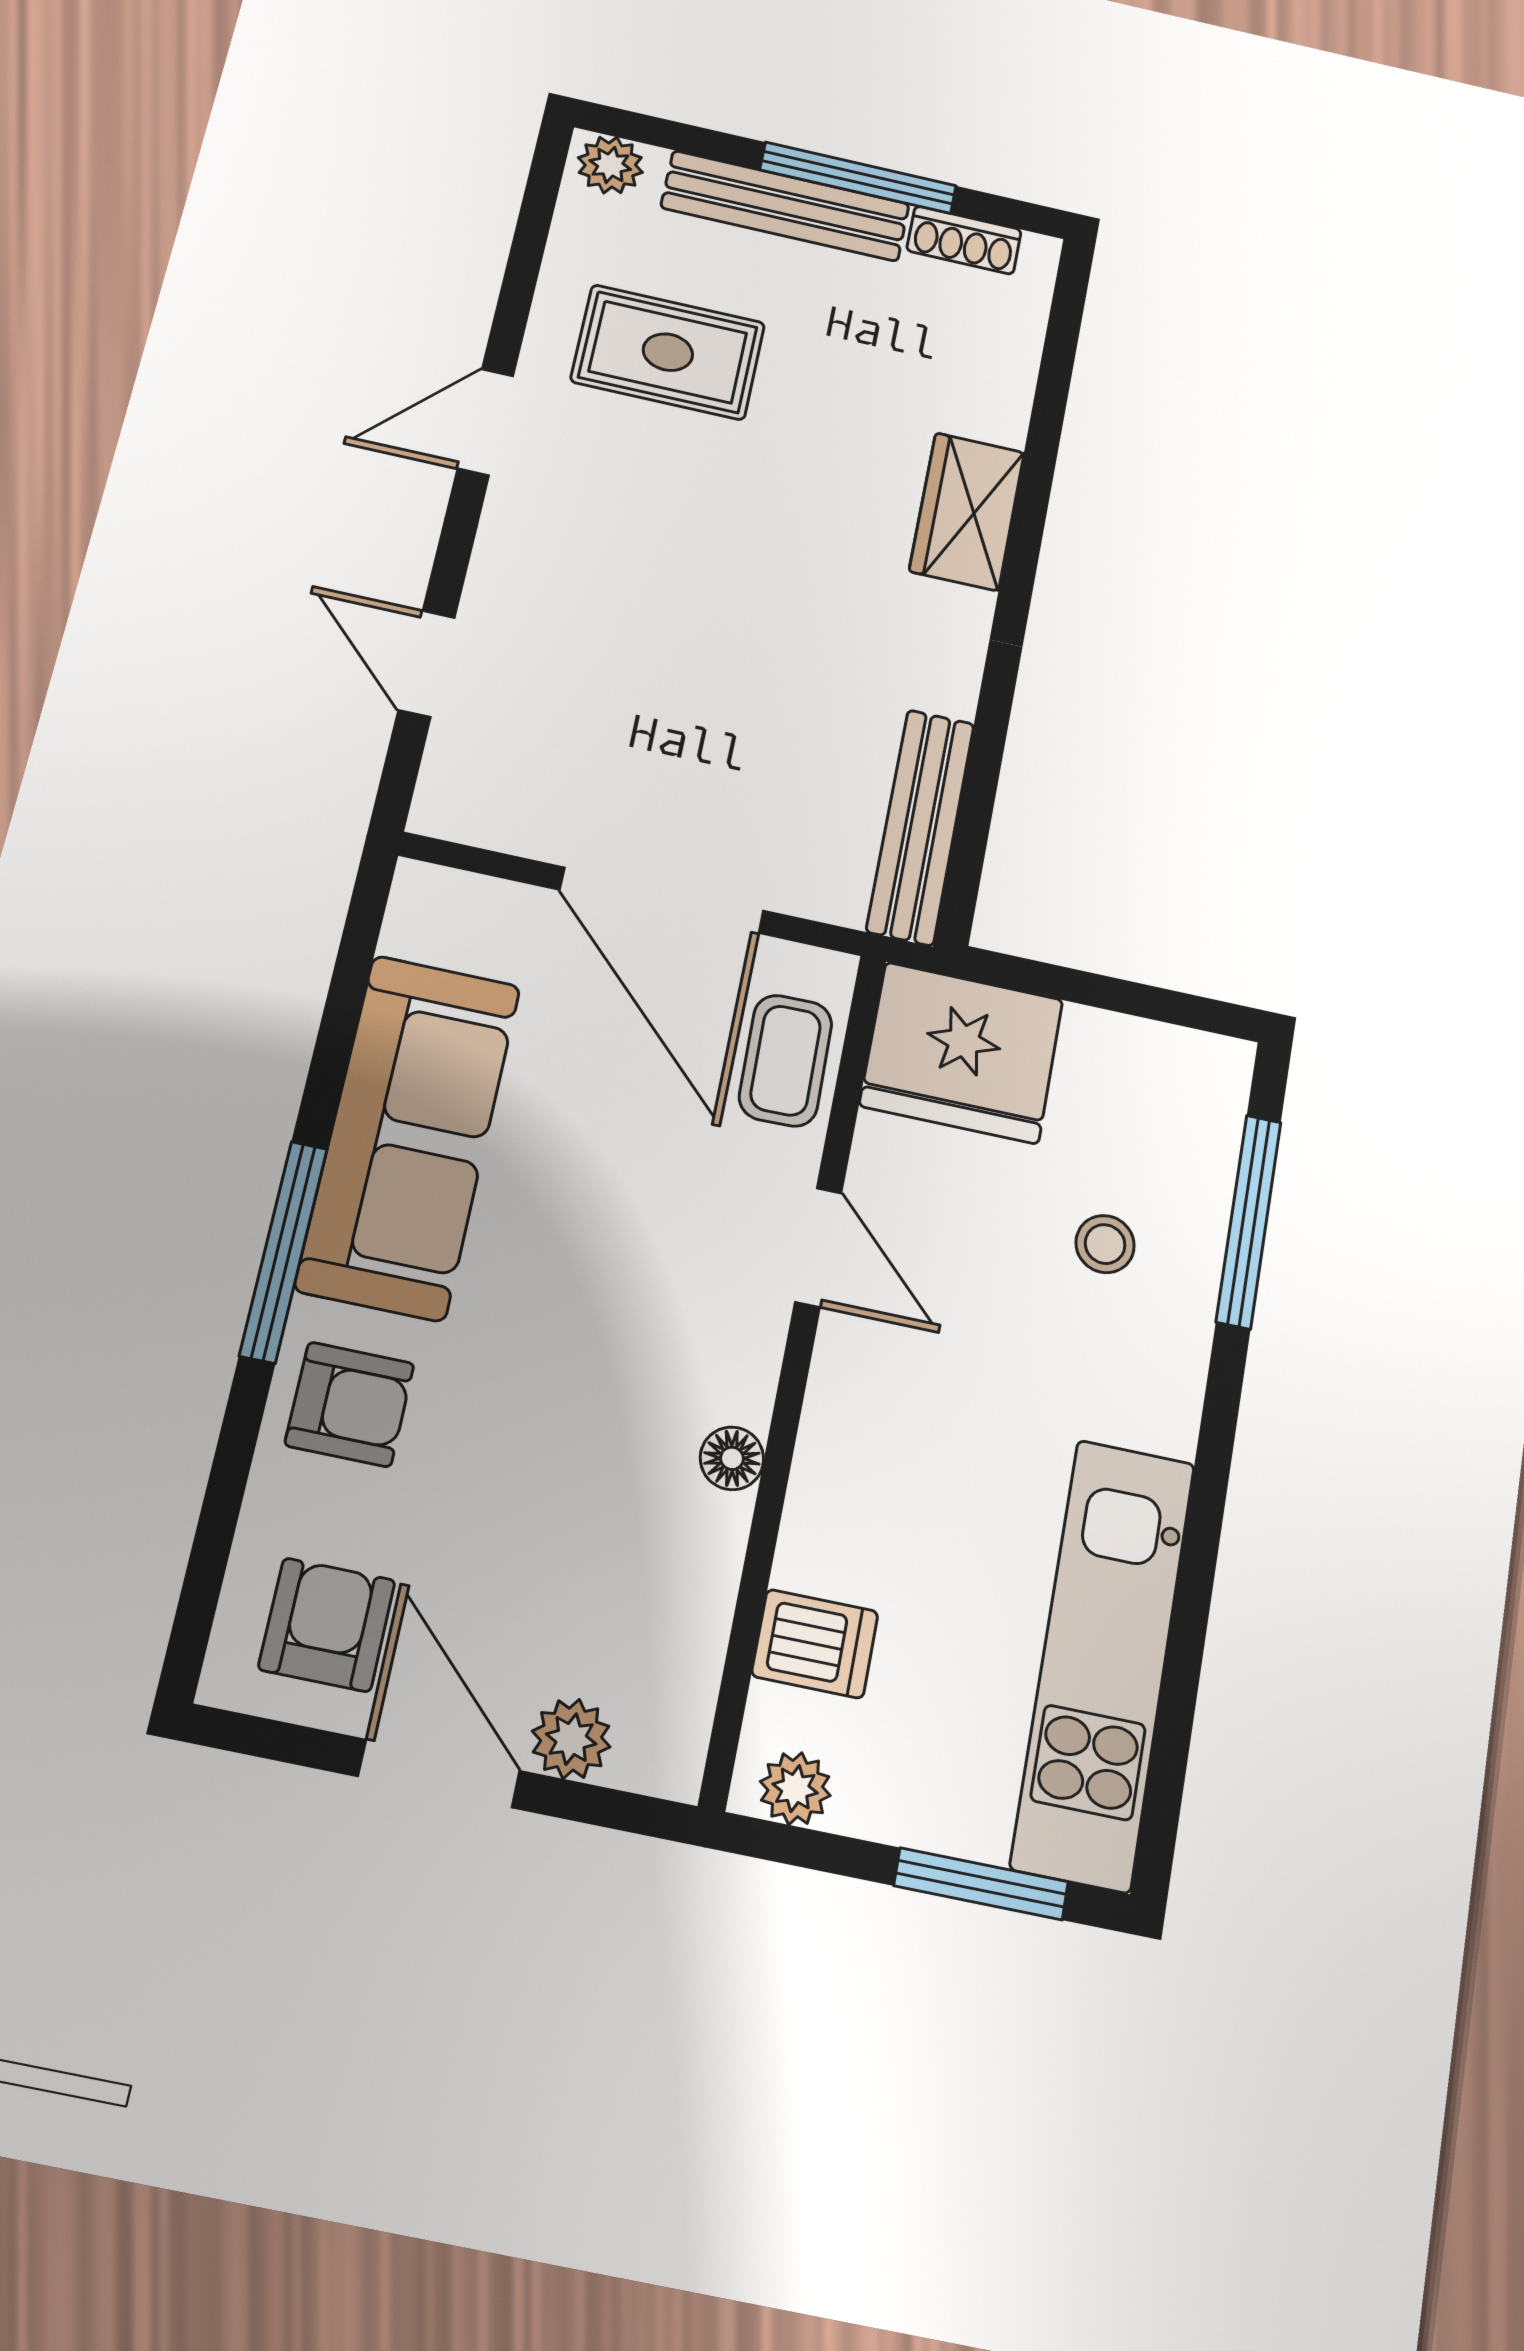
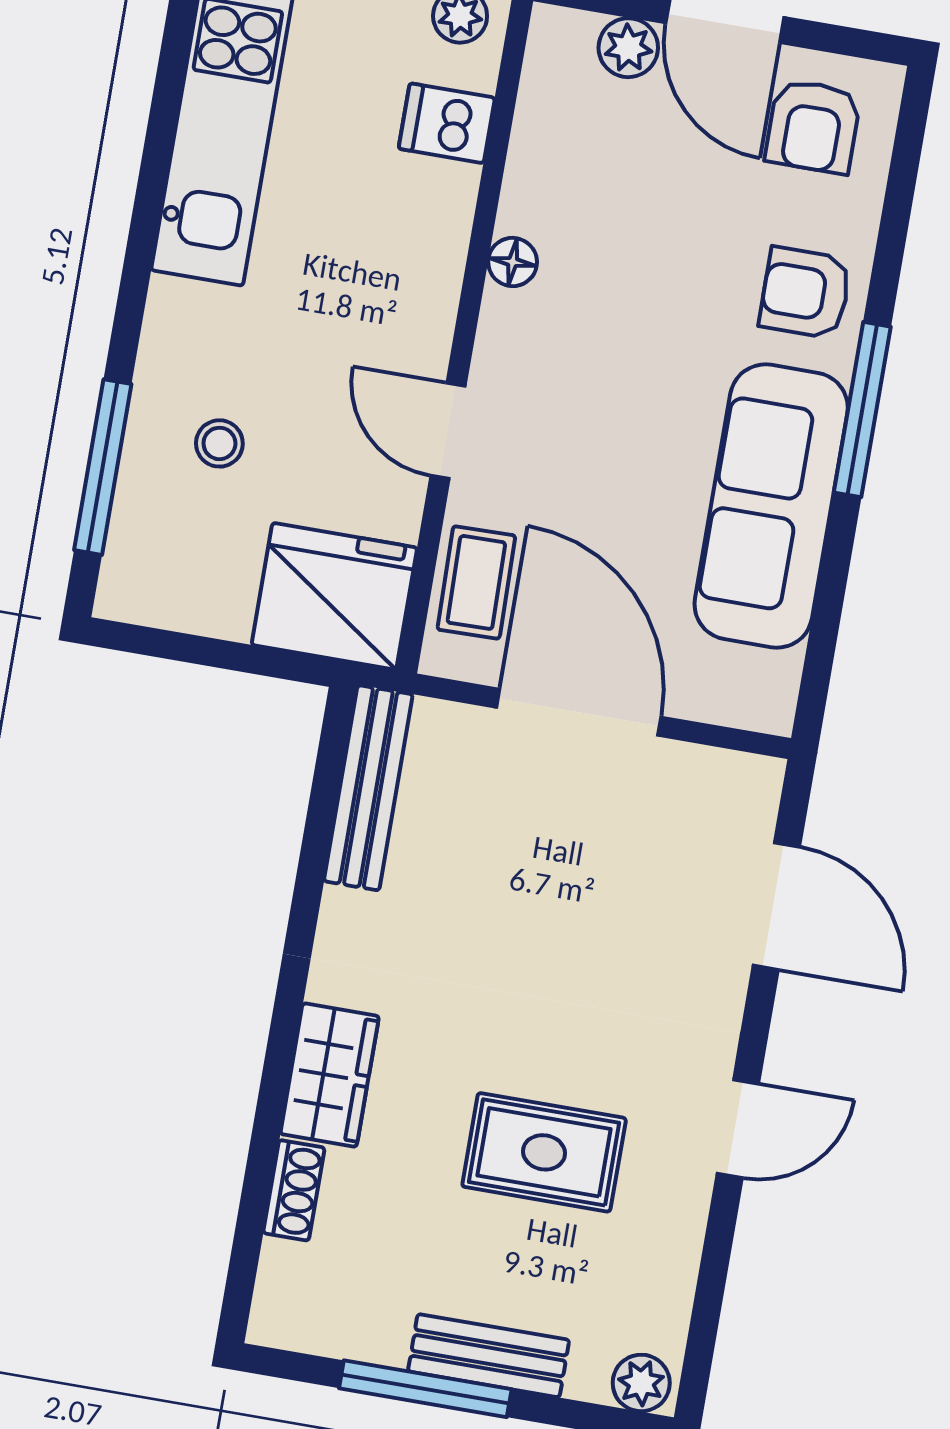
bench: (785, 206) -> (489, 1356), width x0.73
shoe rack: (964, 240) -> (294, 1190), moved, turned 90
rug: (668, 352) -> (544, 1152), moved
door: (427, 664) -> (776, 906), width x1.38

